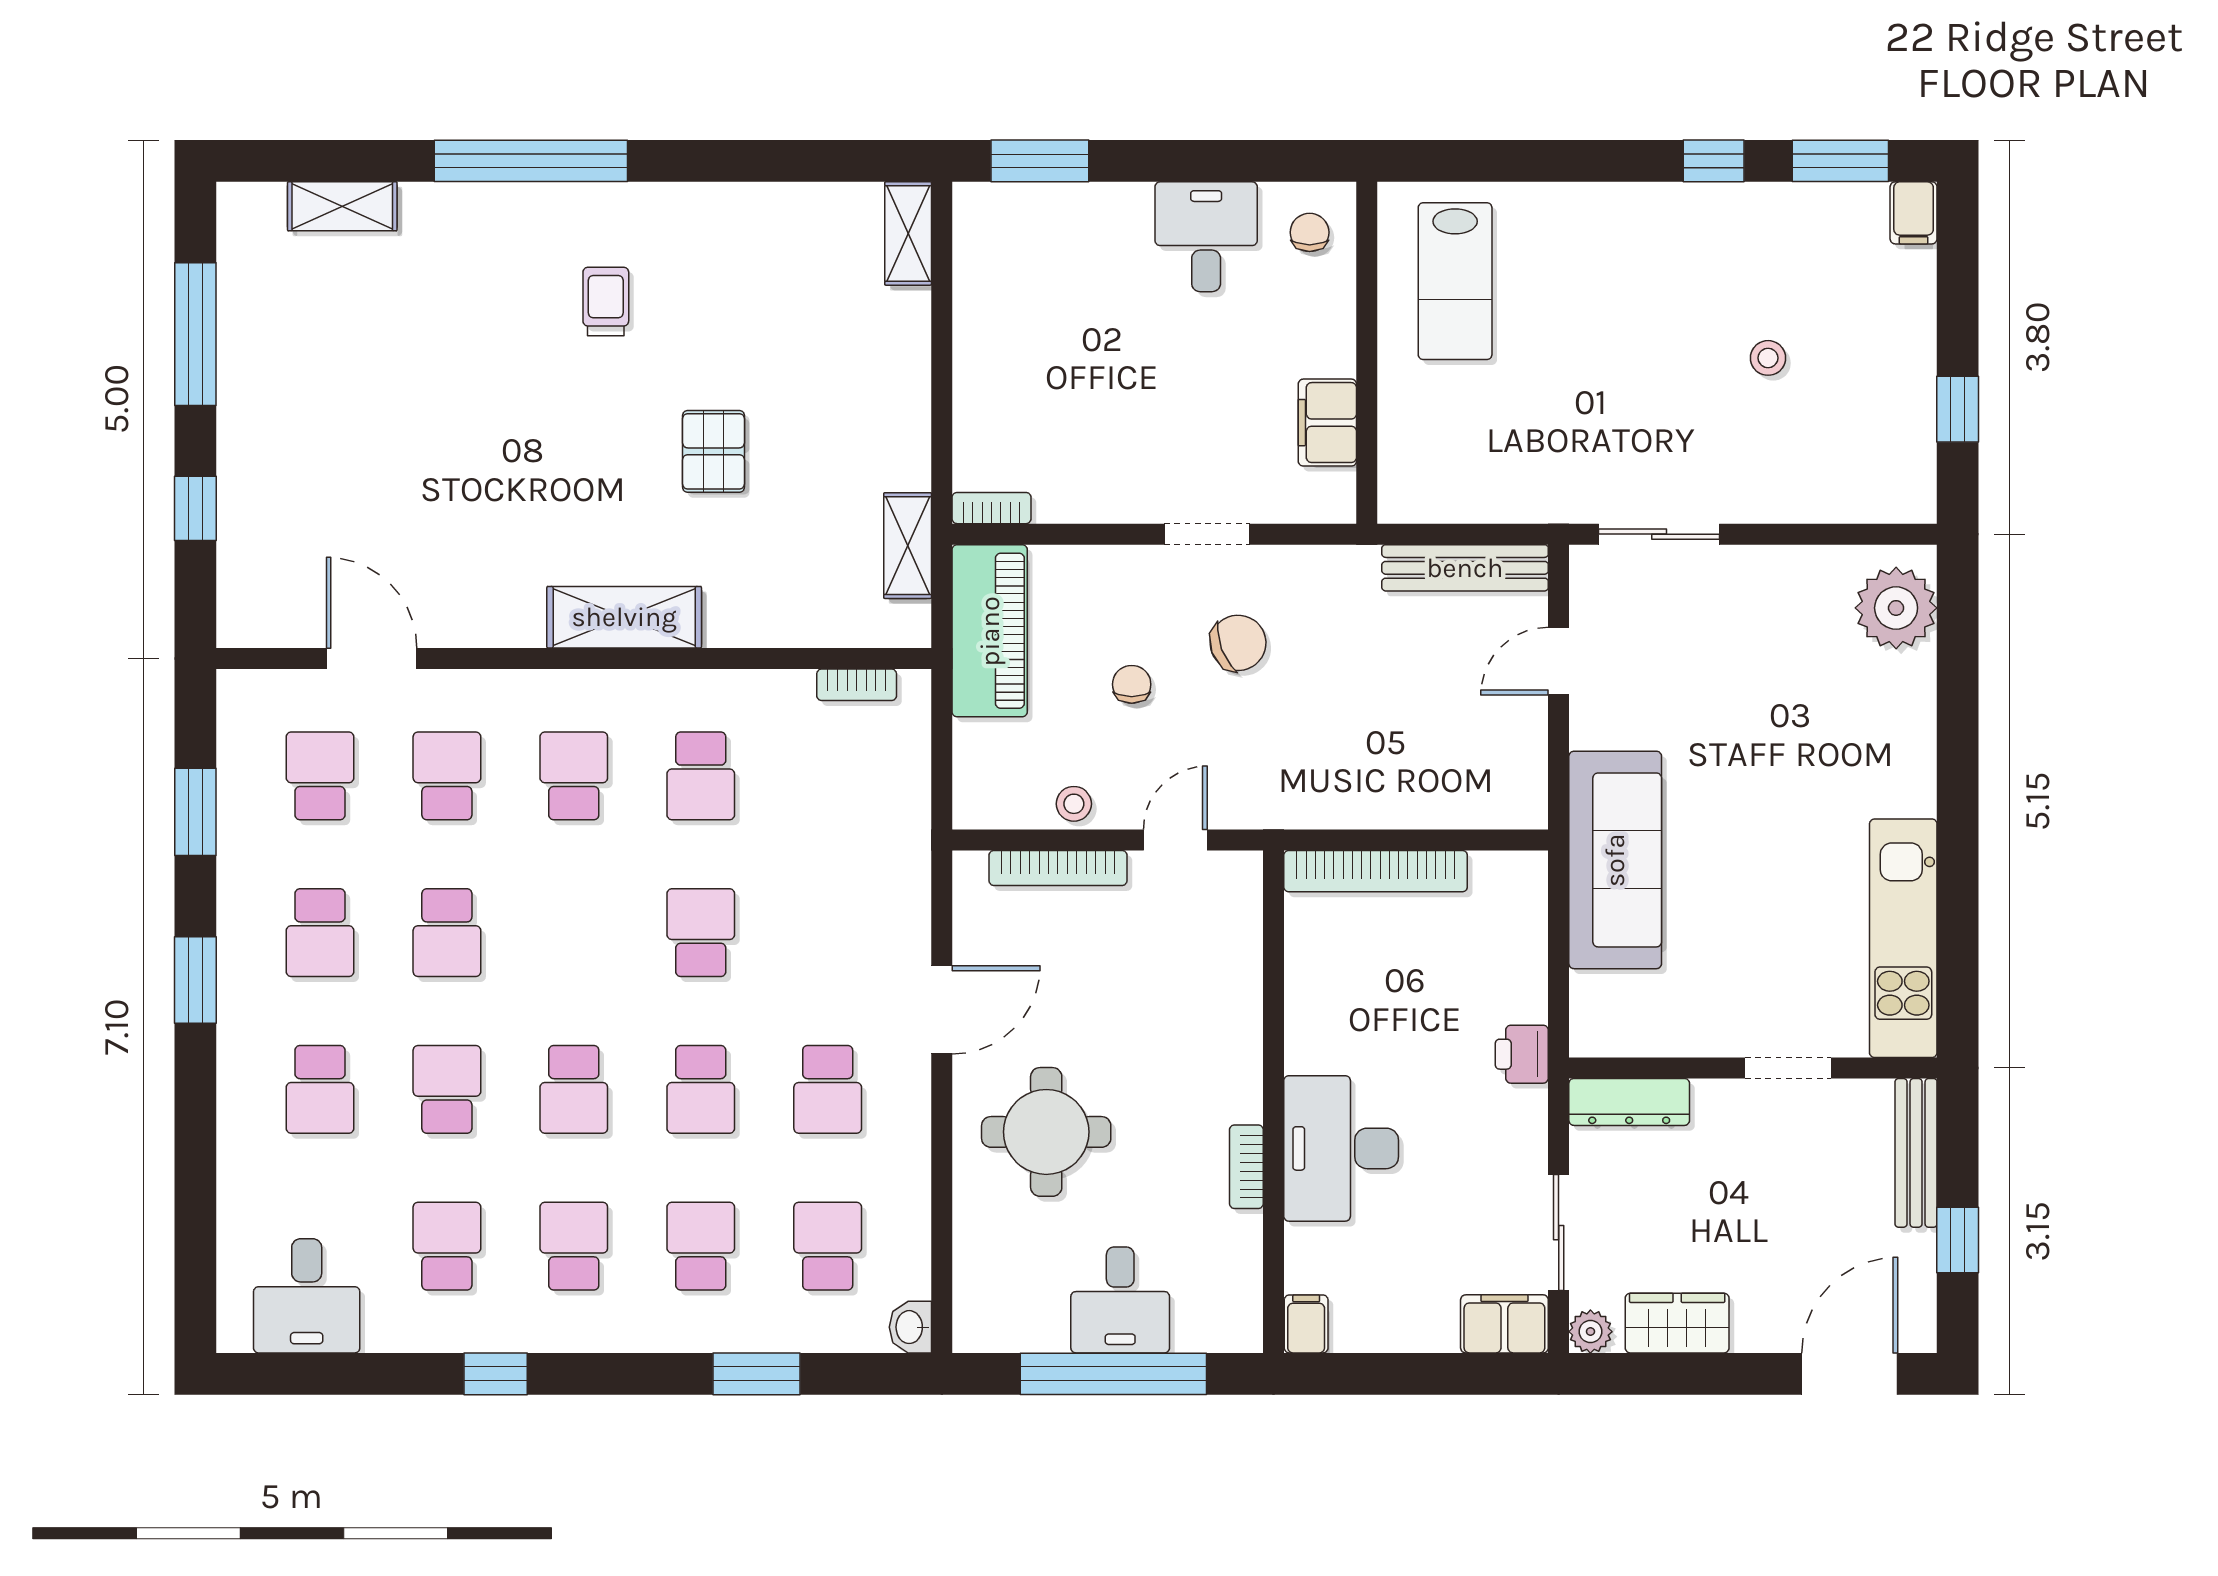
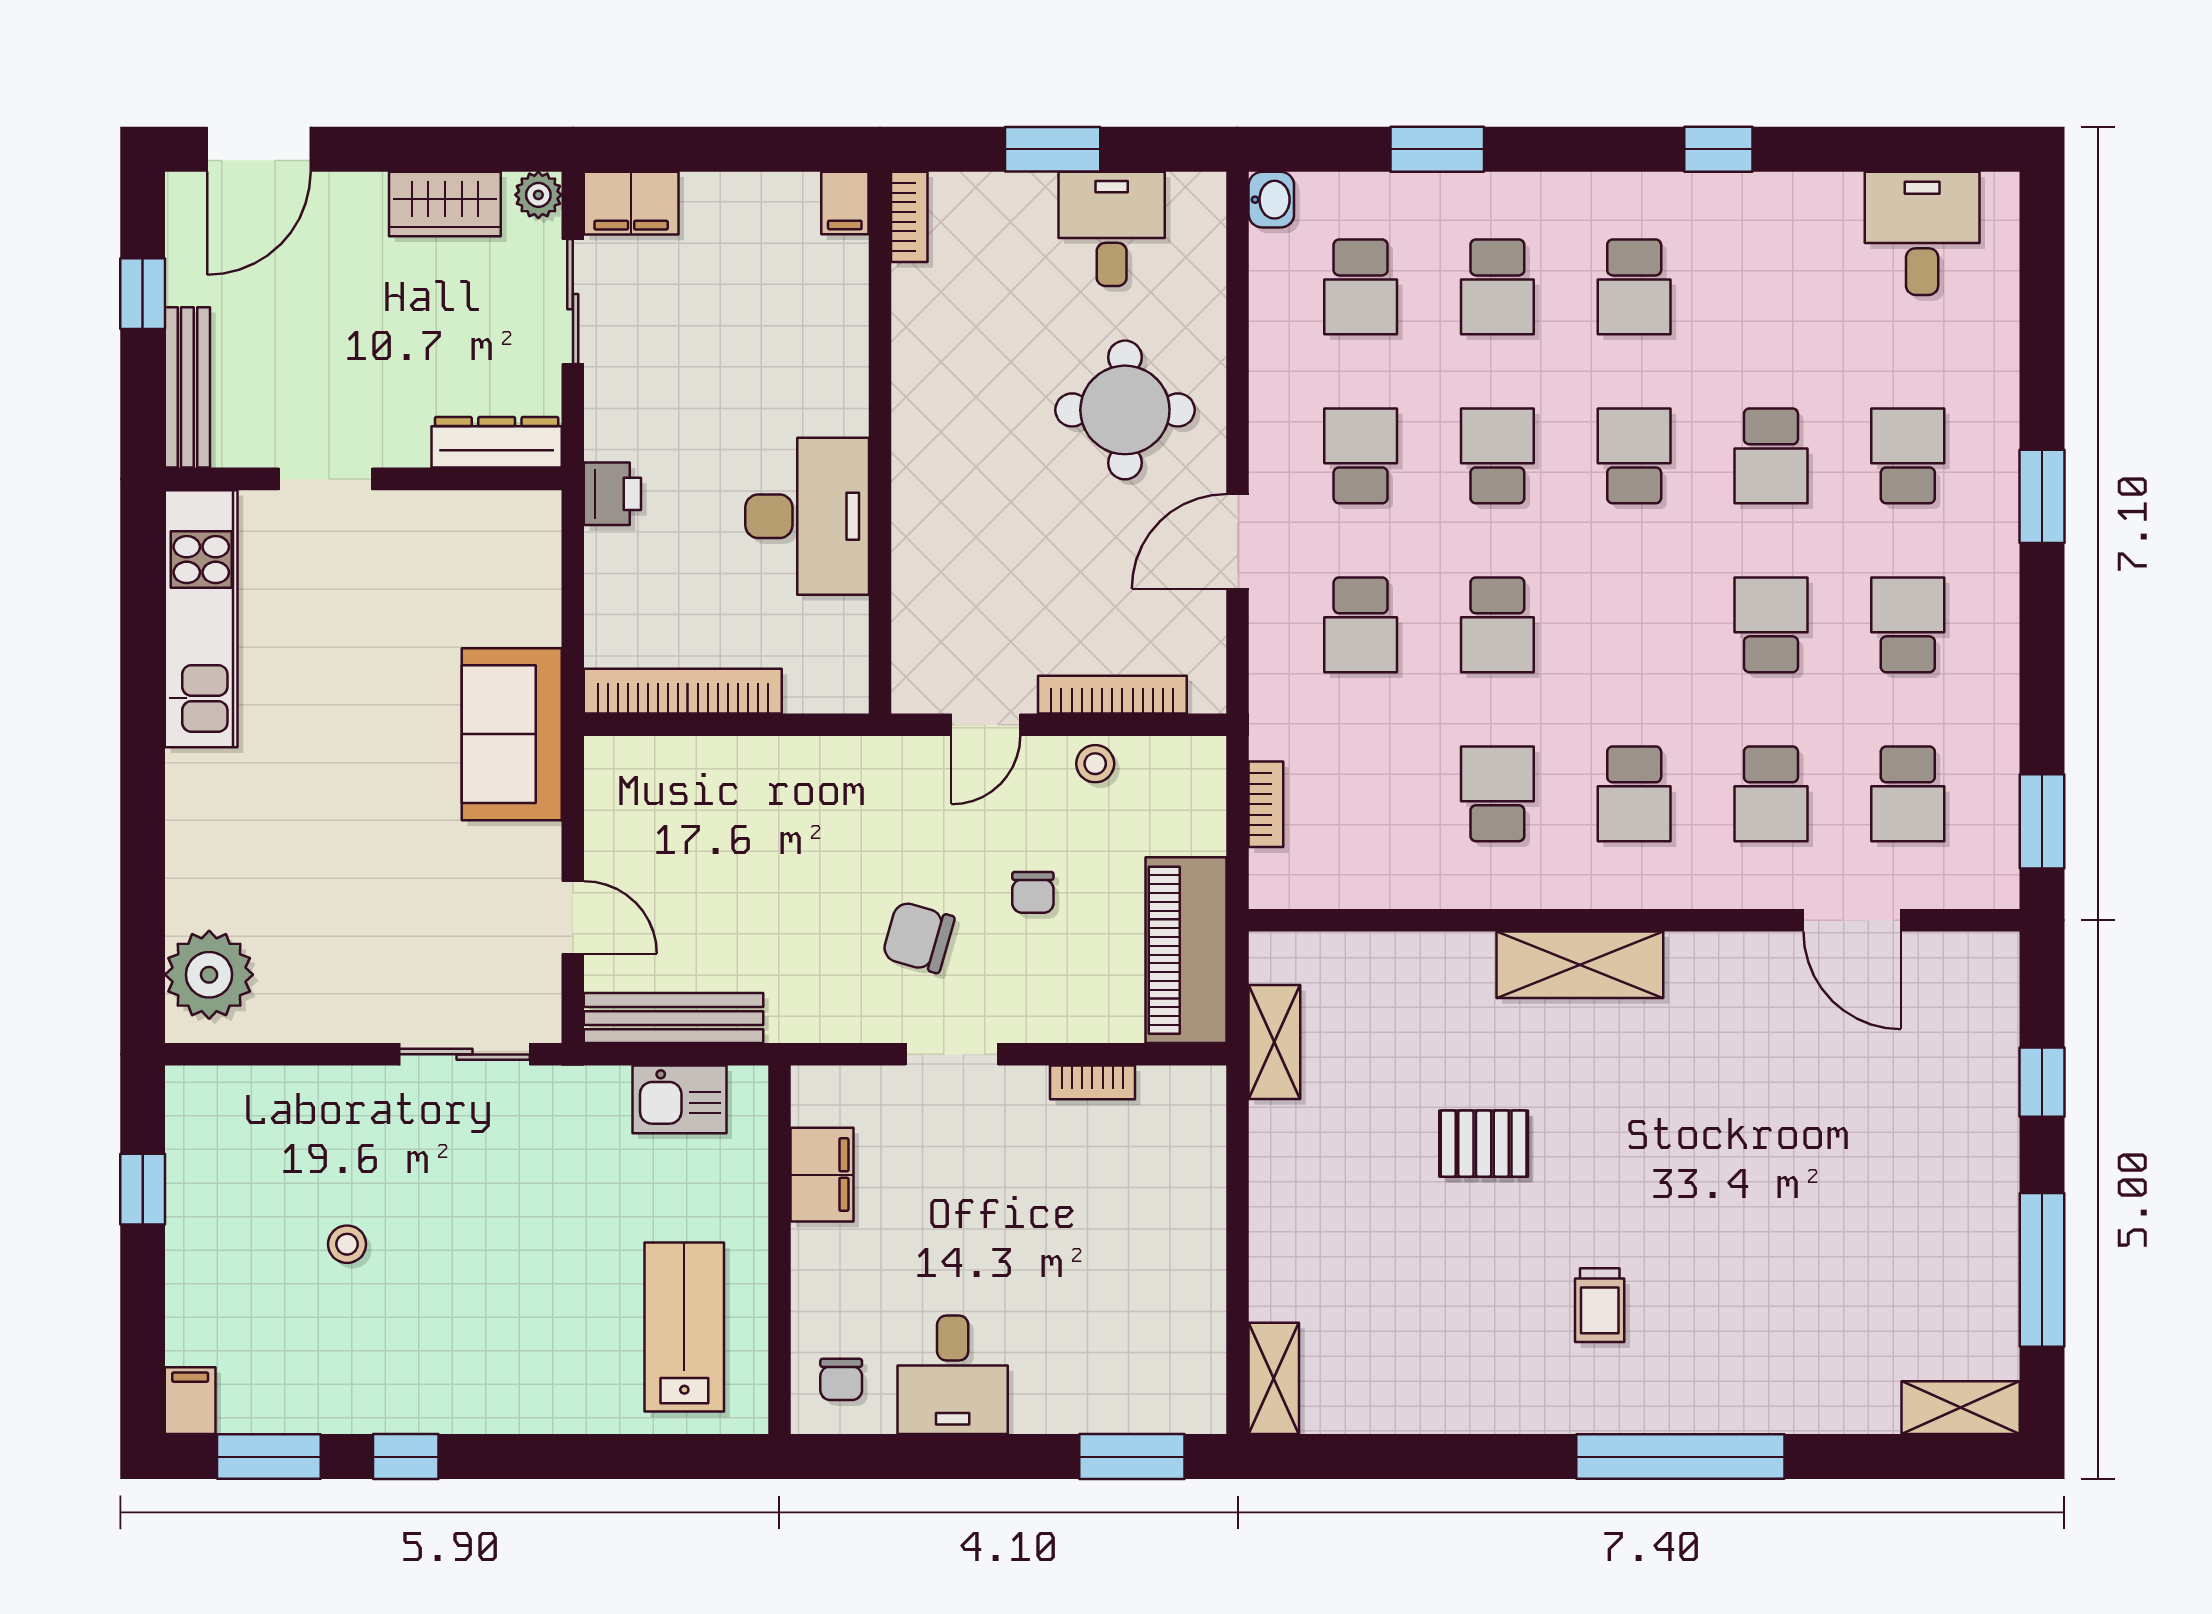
shelving: (342, 206) -> (1961, 1408), moved
pallet: (714, 451) -> (1484, 1144), turned 90
kitchen sink: (1460, 492) -> (679, 1099), added
bookcase: (992, 508) -> (1092, 1082), moved
chair: (1238, 643) -> (918, 937), turned 37
door: (1559, 661) -> (573, 917), hinge flipped
bookcase: (857, 685) -> (1266, 804), moved, turned 90
window: (195, 812) -> (2042, 821), moved
sofa: (1615, 860) -> (512, 734), width x0.73
bookcase: (1376, 871) -> (683, 691), moved
window: (195, 980) -> (2042, 496), moved
desk: (1341, 1148) -> (807, 516), moved
bookcase: (1246, 1167) -> (909, 217), moved
school desk: (447, 1246) -> (1361, 625), moved
desk: (1120, 1300) -> (1112, 229), moved
window: (1113, 1374) -> (1053, 149), width x0.47

